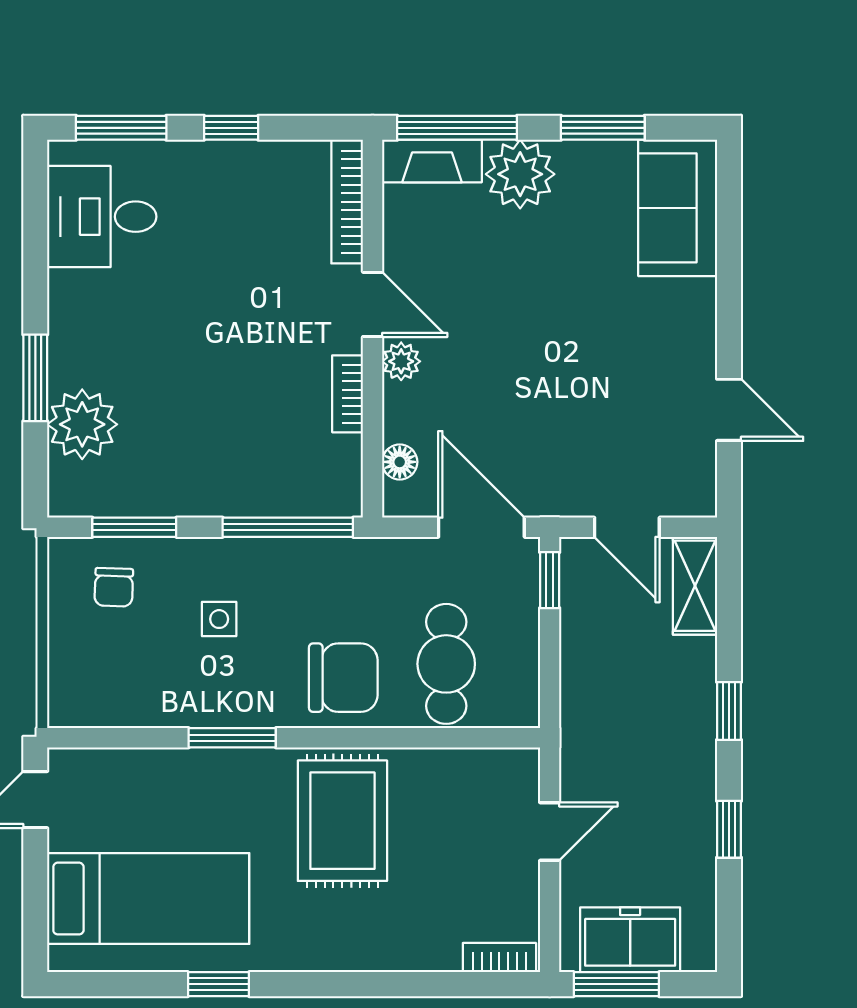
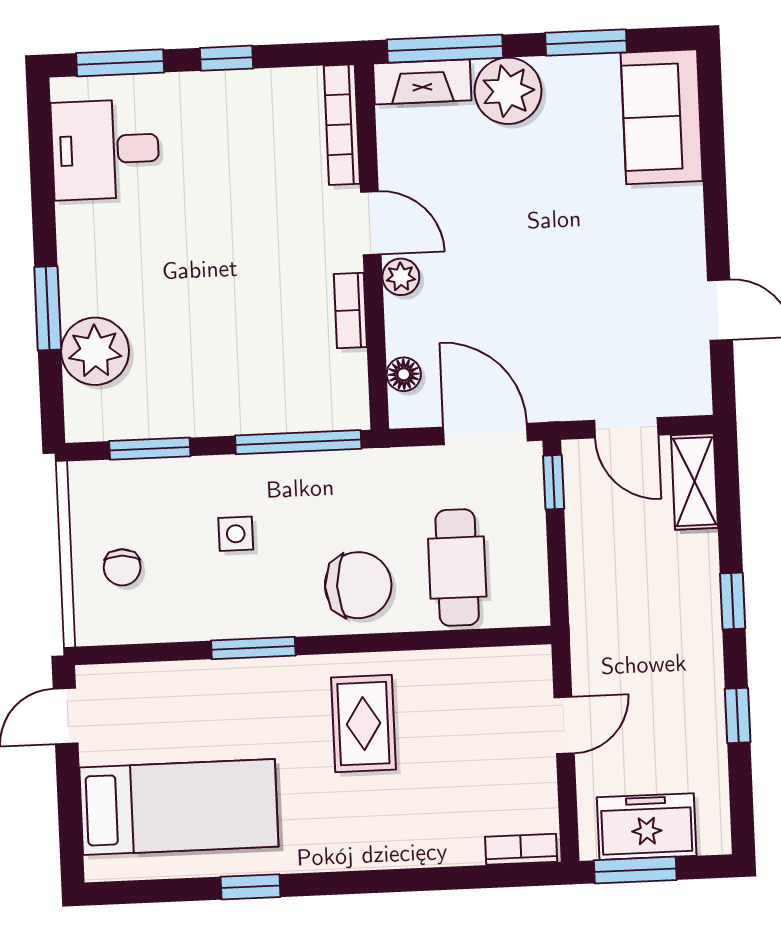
chair: (114, 587) -> (122, 567), moved
rug: (342, 821) -> (363, 724), width x0.73, depth x0.70

